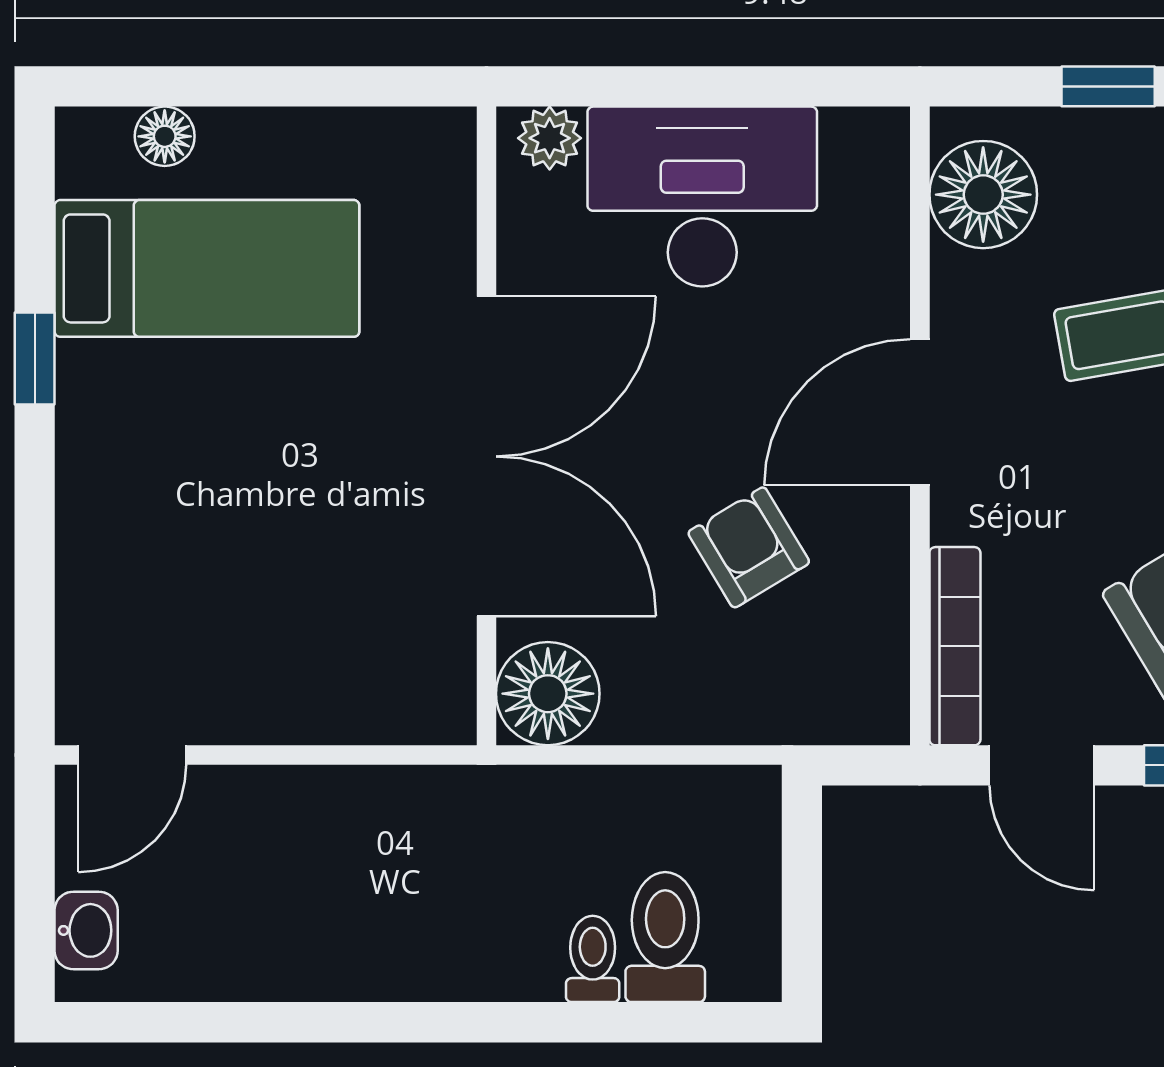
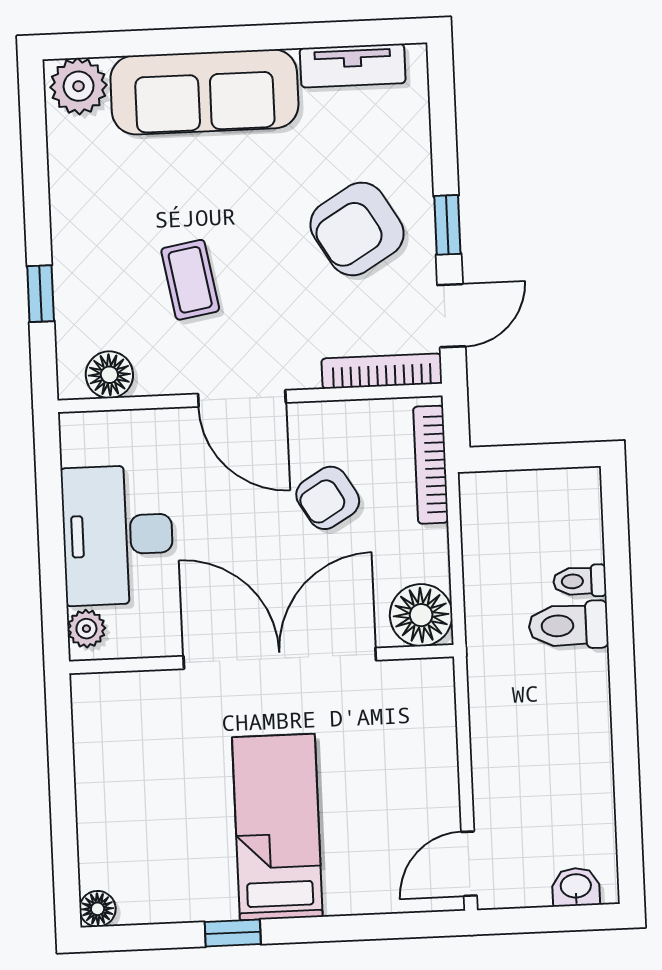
floor lamp: (165, 136) -> (98, 909), moved
floor lamp: (983, 195) -> (109, 375), width x0.73, depth x0.73
bed: (207, 268) -> (277, 827), moved
bookcase: (796, 720) -> (431, 465), added
door: (132, 755) -> (469, 864), swing flipped
toilet: (665, 937) -> (568, 625), moved

